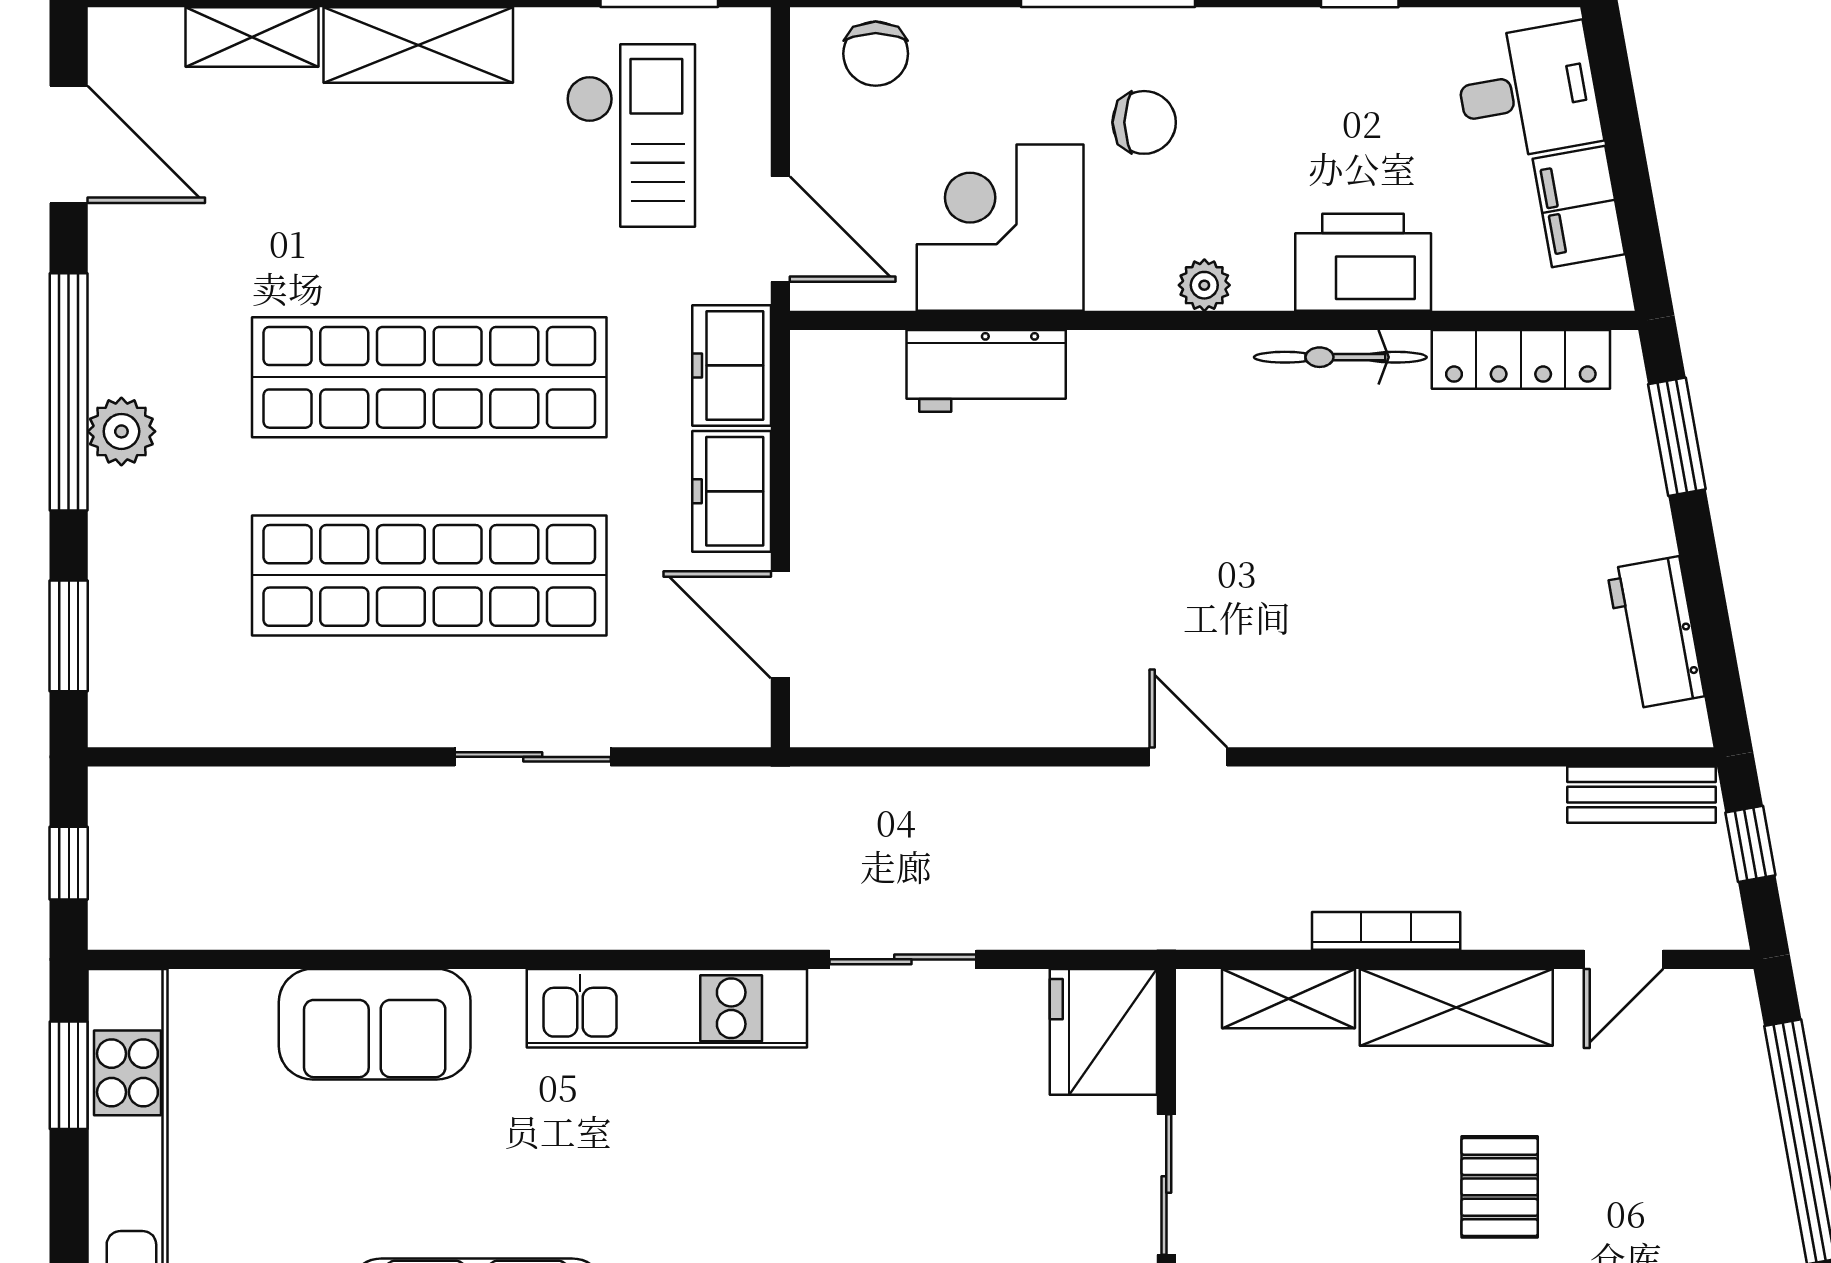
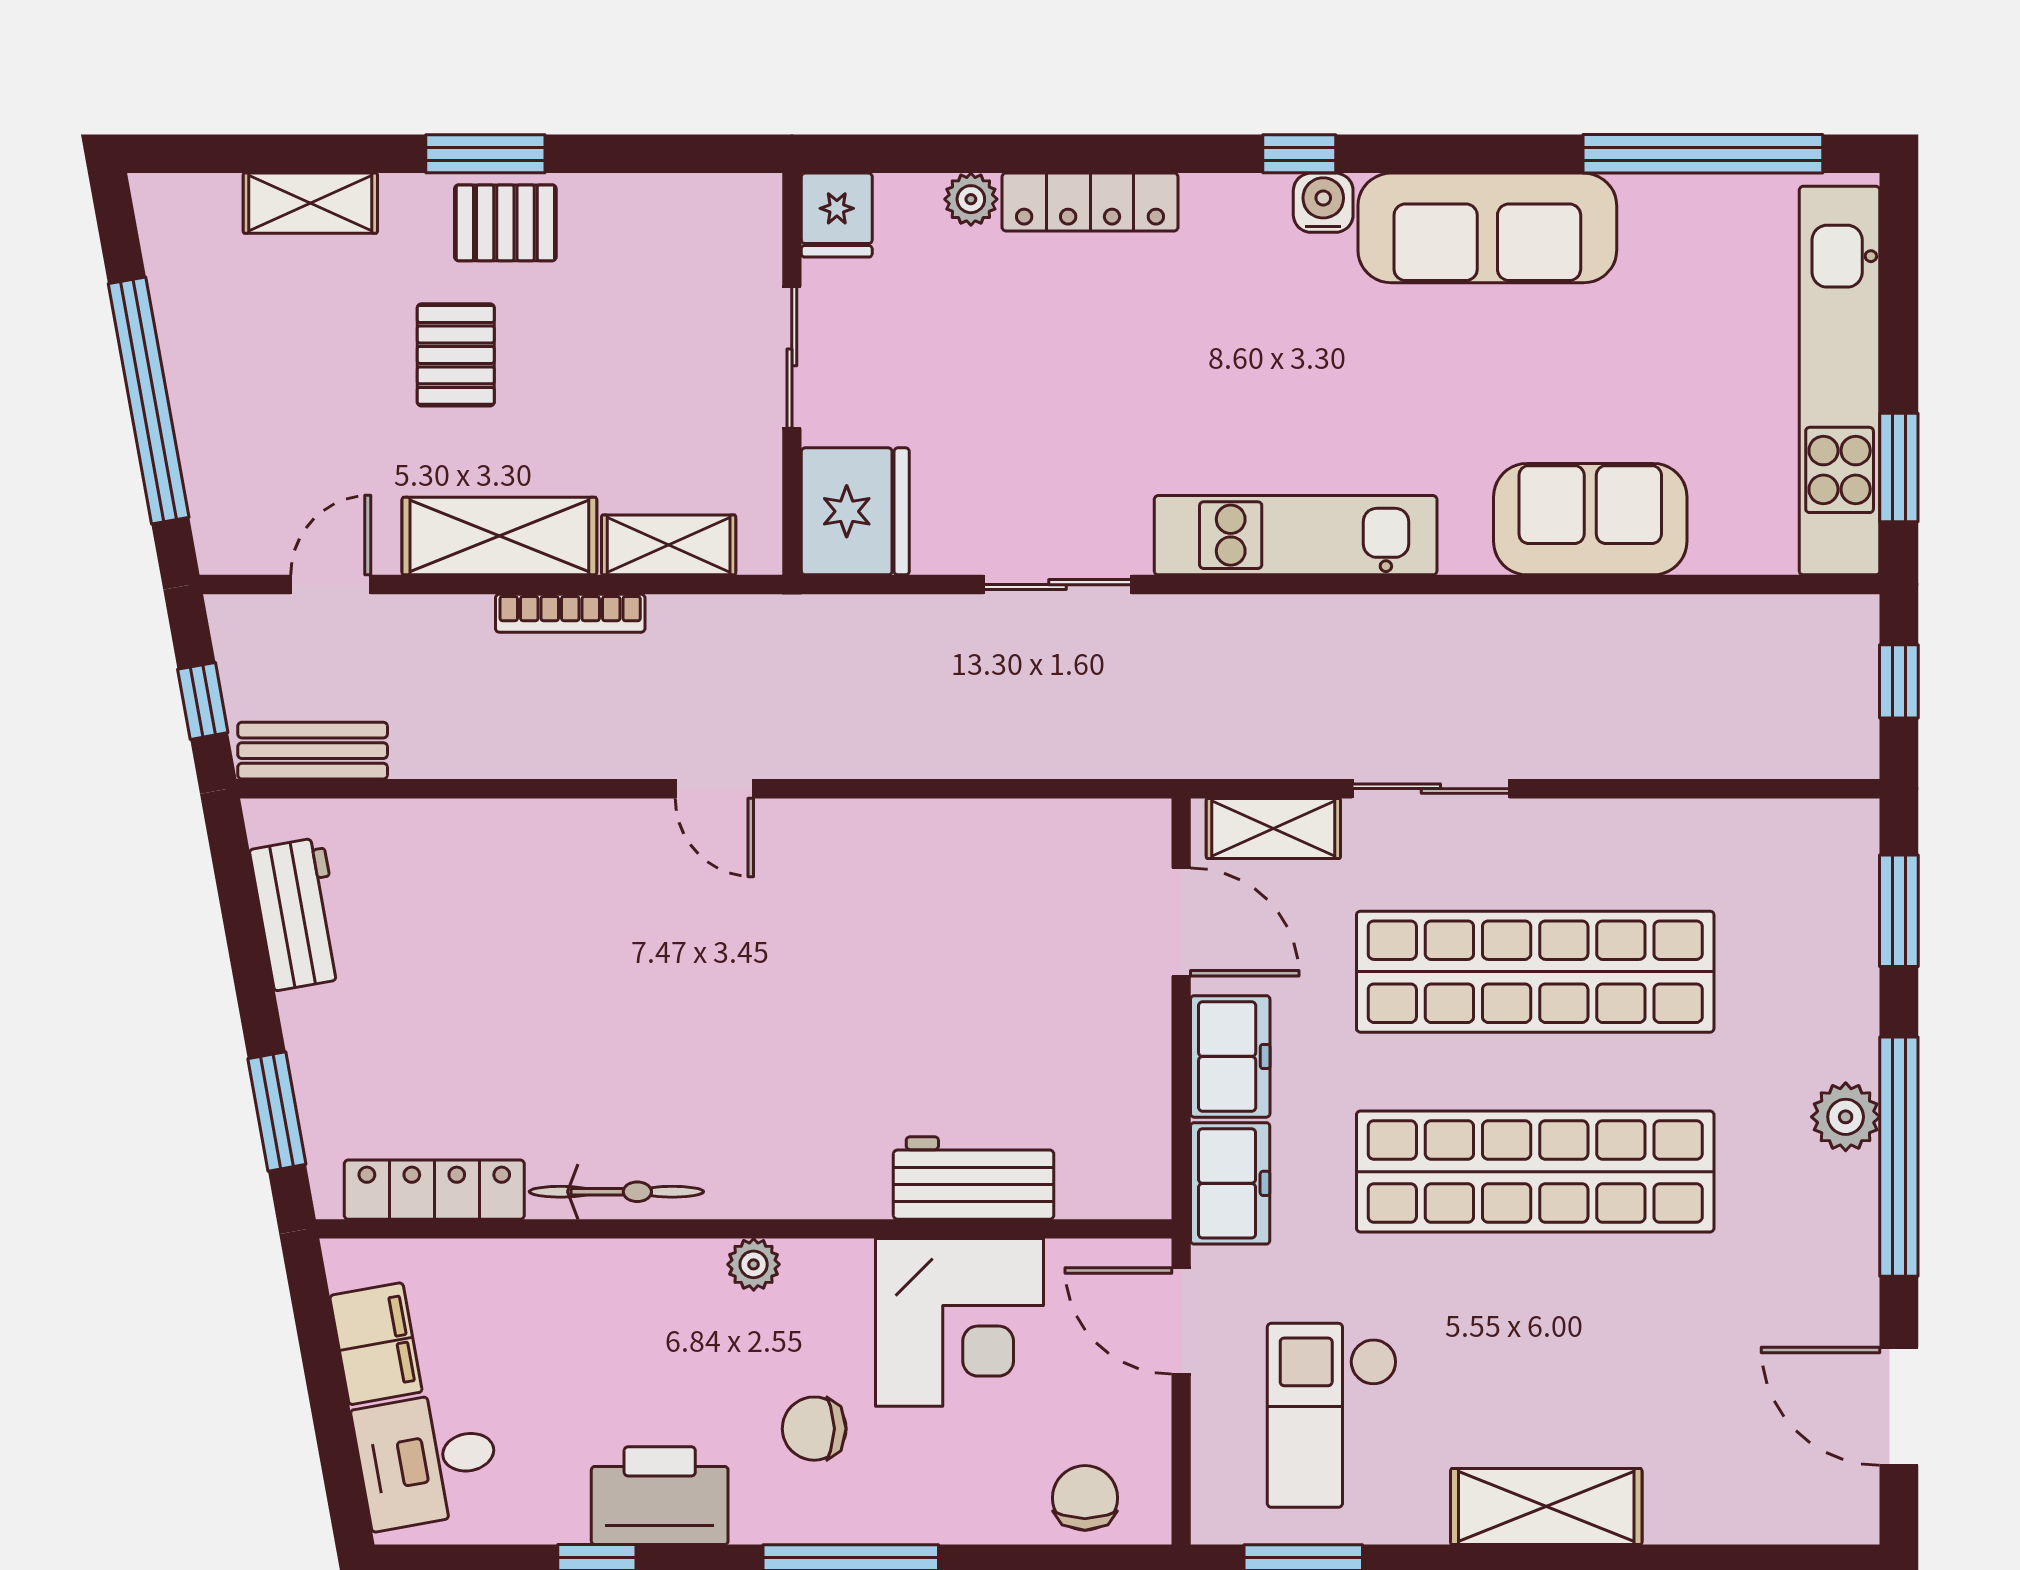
shelving: (252, 37) -> (1273, 828), moved
printer: (1363, 262) -> (660, 1496), moved, turned 180
door: (1188, 757) -> (714, 789), moved

